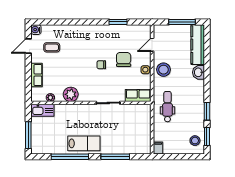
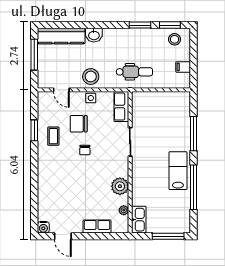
coffee table: (52, 47) -> (53, 136), moved
dental chair: (167, 107) -> (134, 72), turned 180
filing cabinet: (158, 148) -> (183, 67), moved

